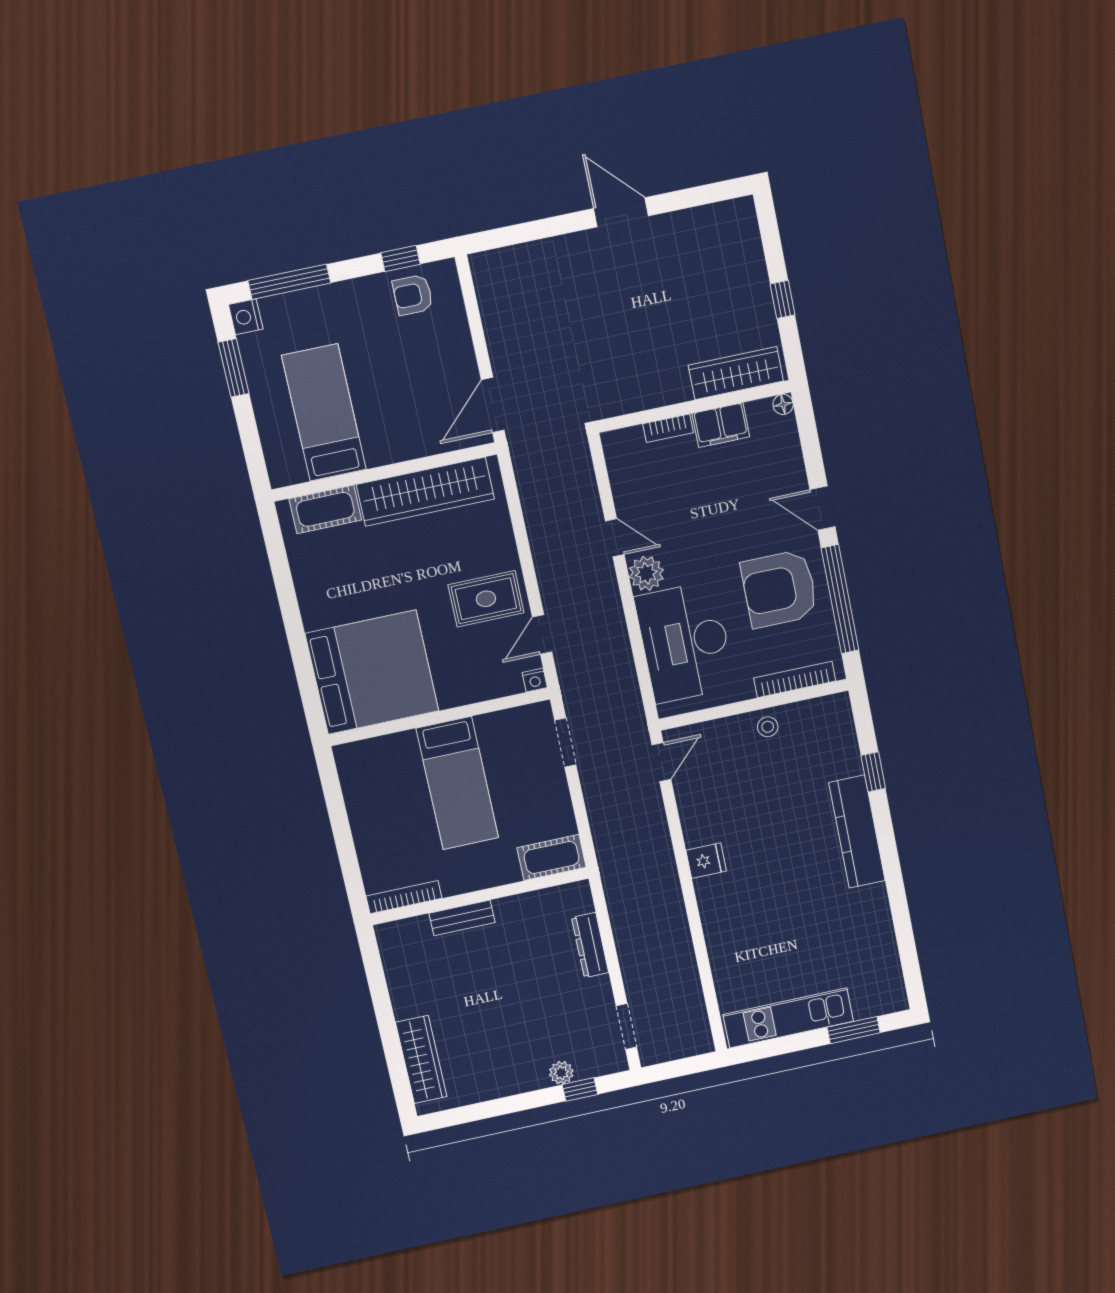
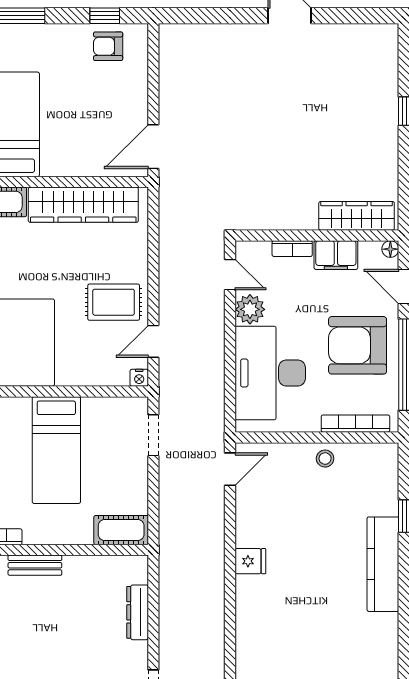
wardrobe: (736, 373) -> (357, 216), moved
floor lamp: (783, 404) -> (390, 249), moved
wall: (694, 406) -> (317, 236), moved
filing cabinet: (721, 425) -> (336, 255), moved
bookcase: (668, 428) -> (292, 249), moved

